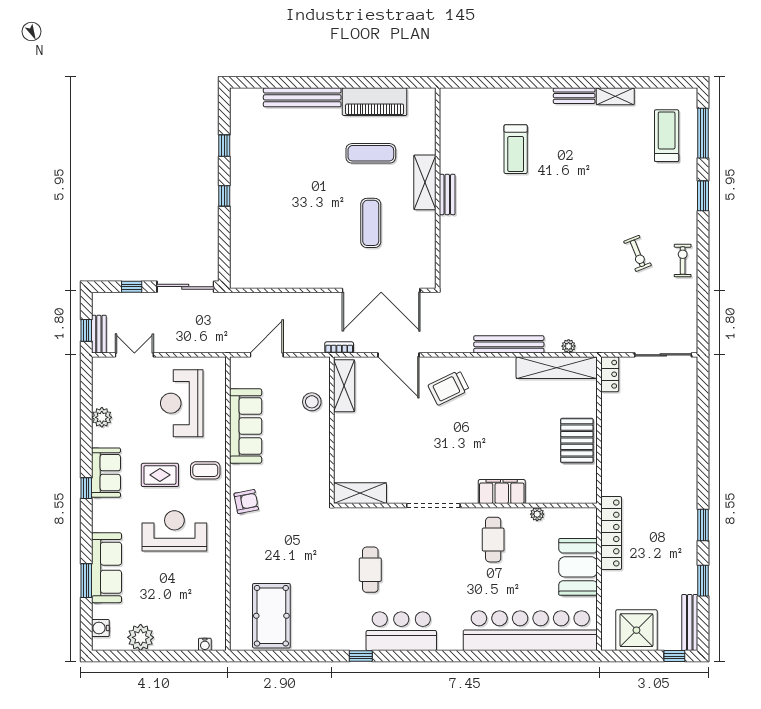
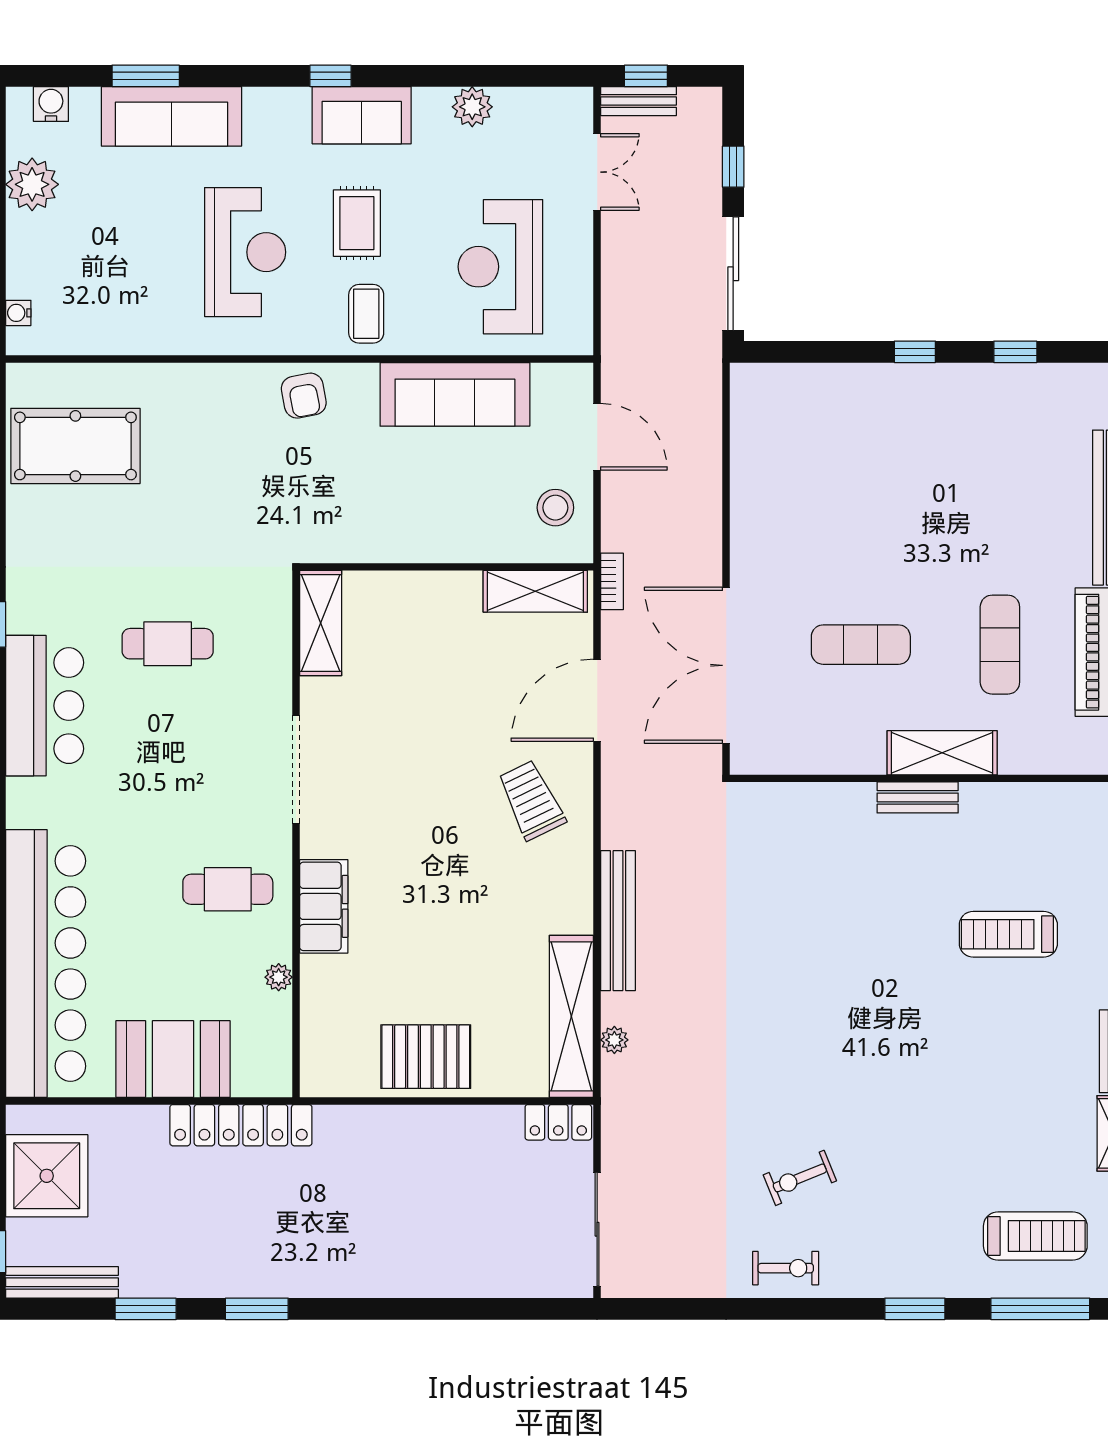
stool: (312, 402) -> (555, 508), moved
reception desk: (182, 403) -> (500, 267), turned -90

